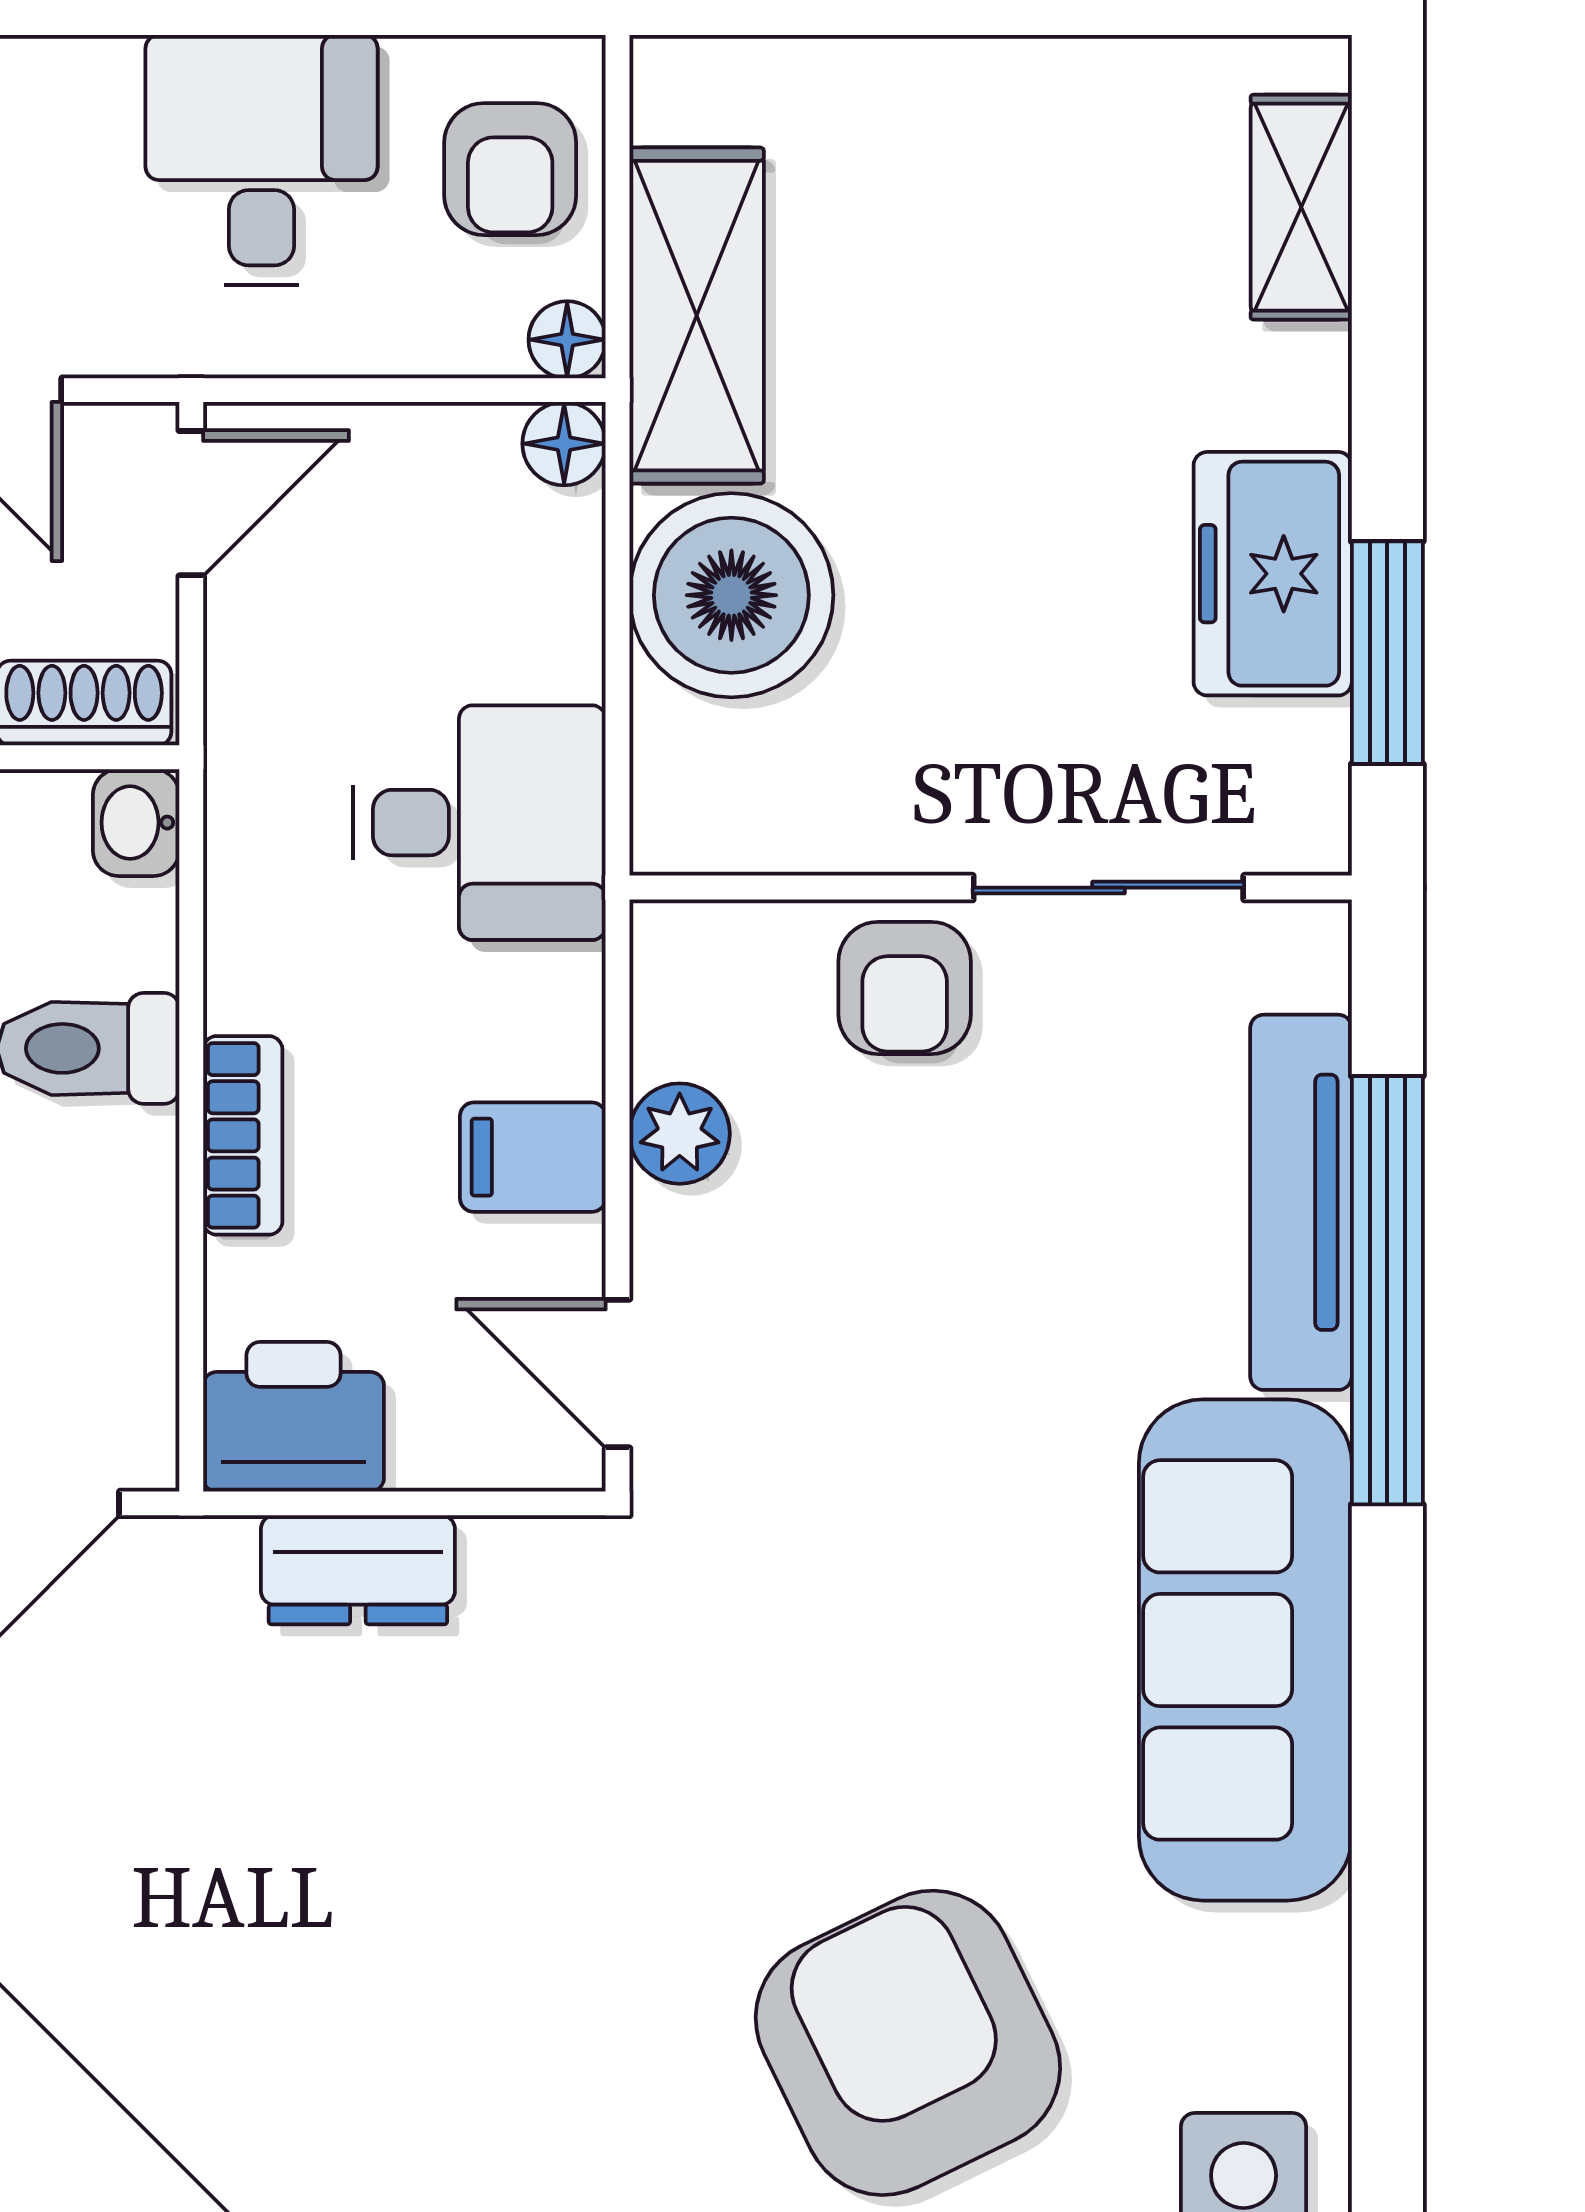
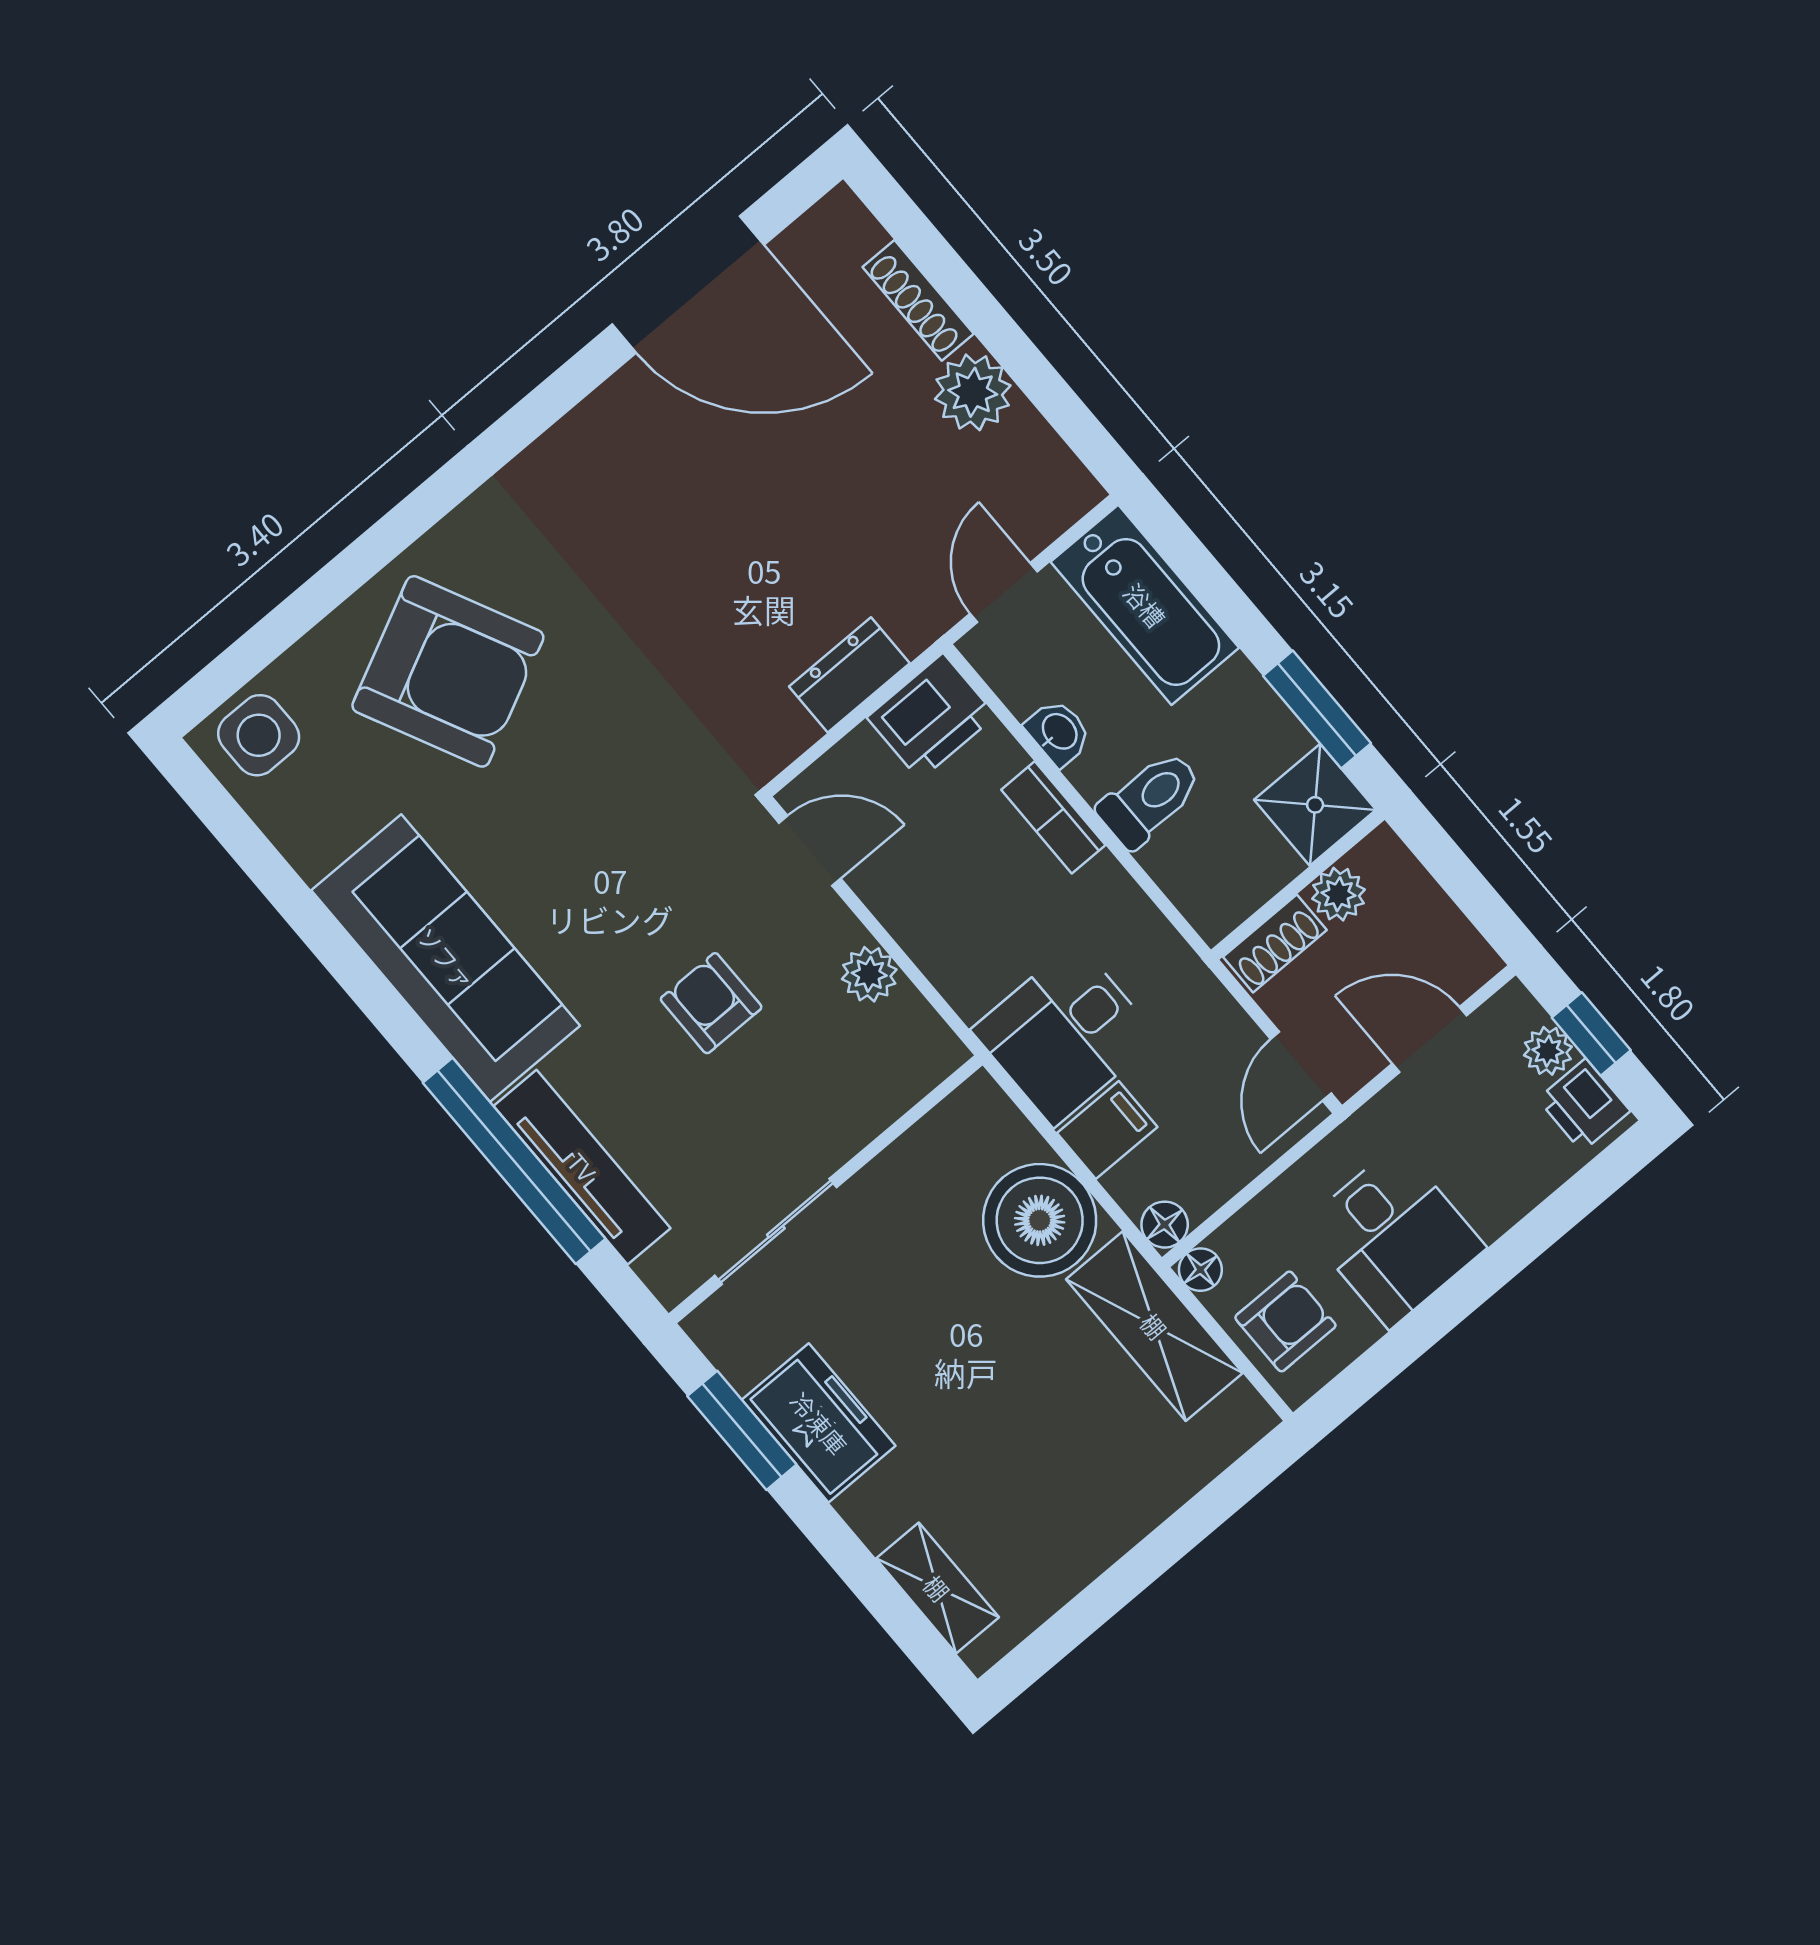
armchair: (510, 169) -> (1285, 1321), turned 90
washbasin: (136, 823) -> (1059, 732), moved
armchair: (905, 988) -> (711, 1003), moved
filing cabinet: (533, 1157) -> (1107, 1130), moved

